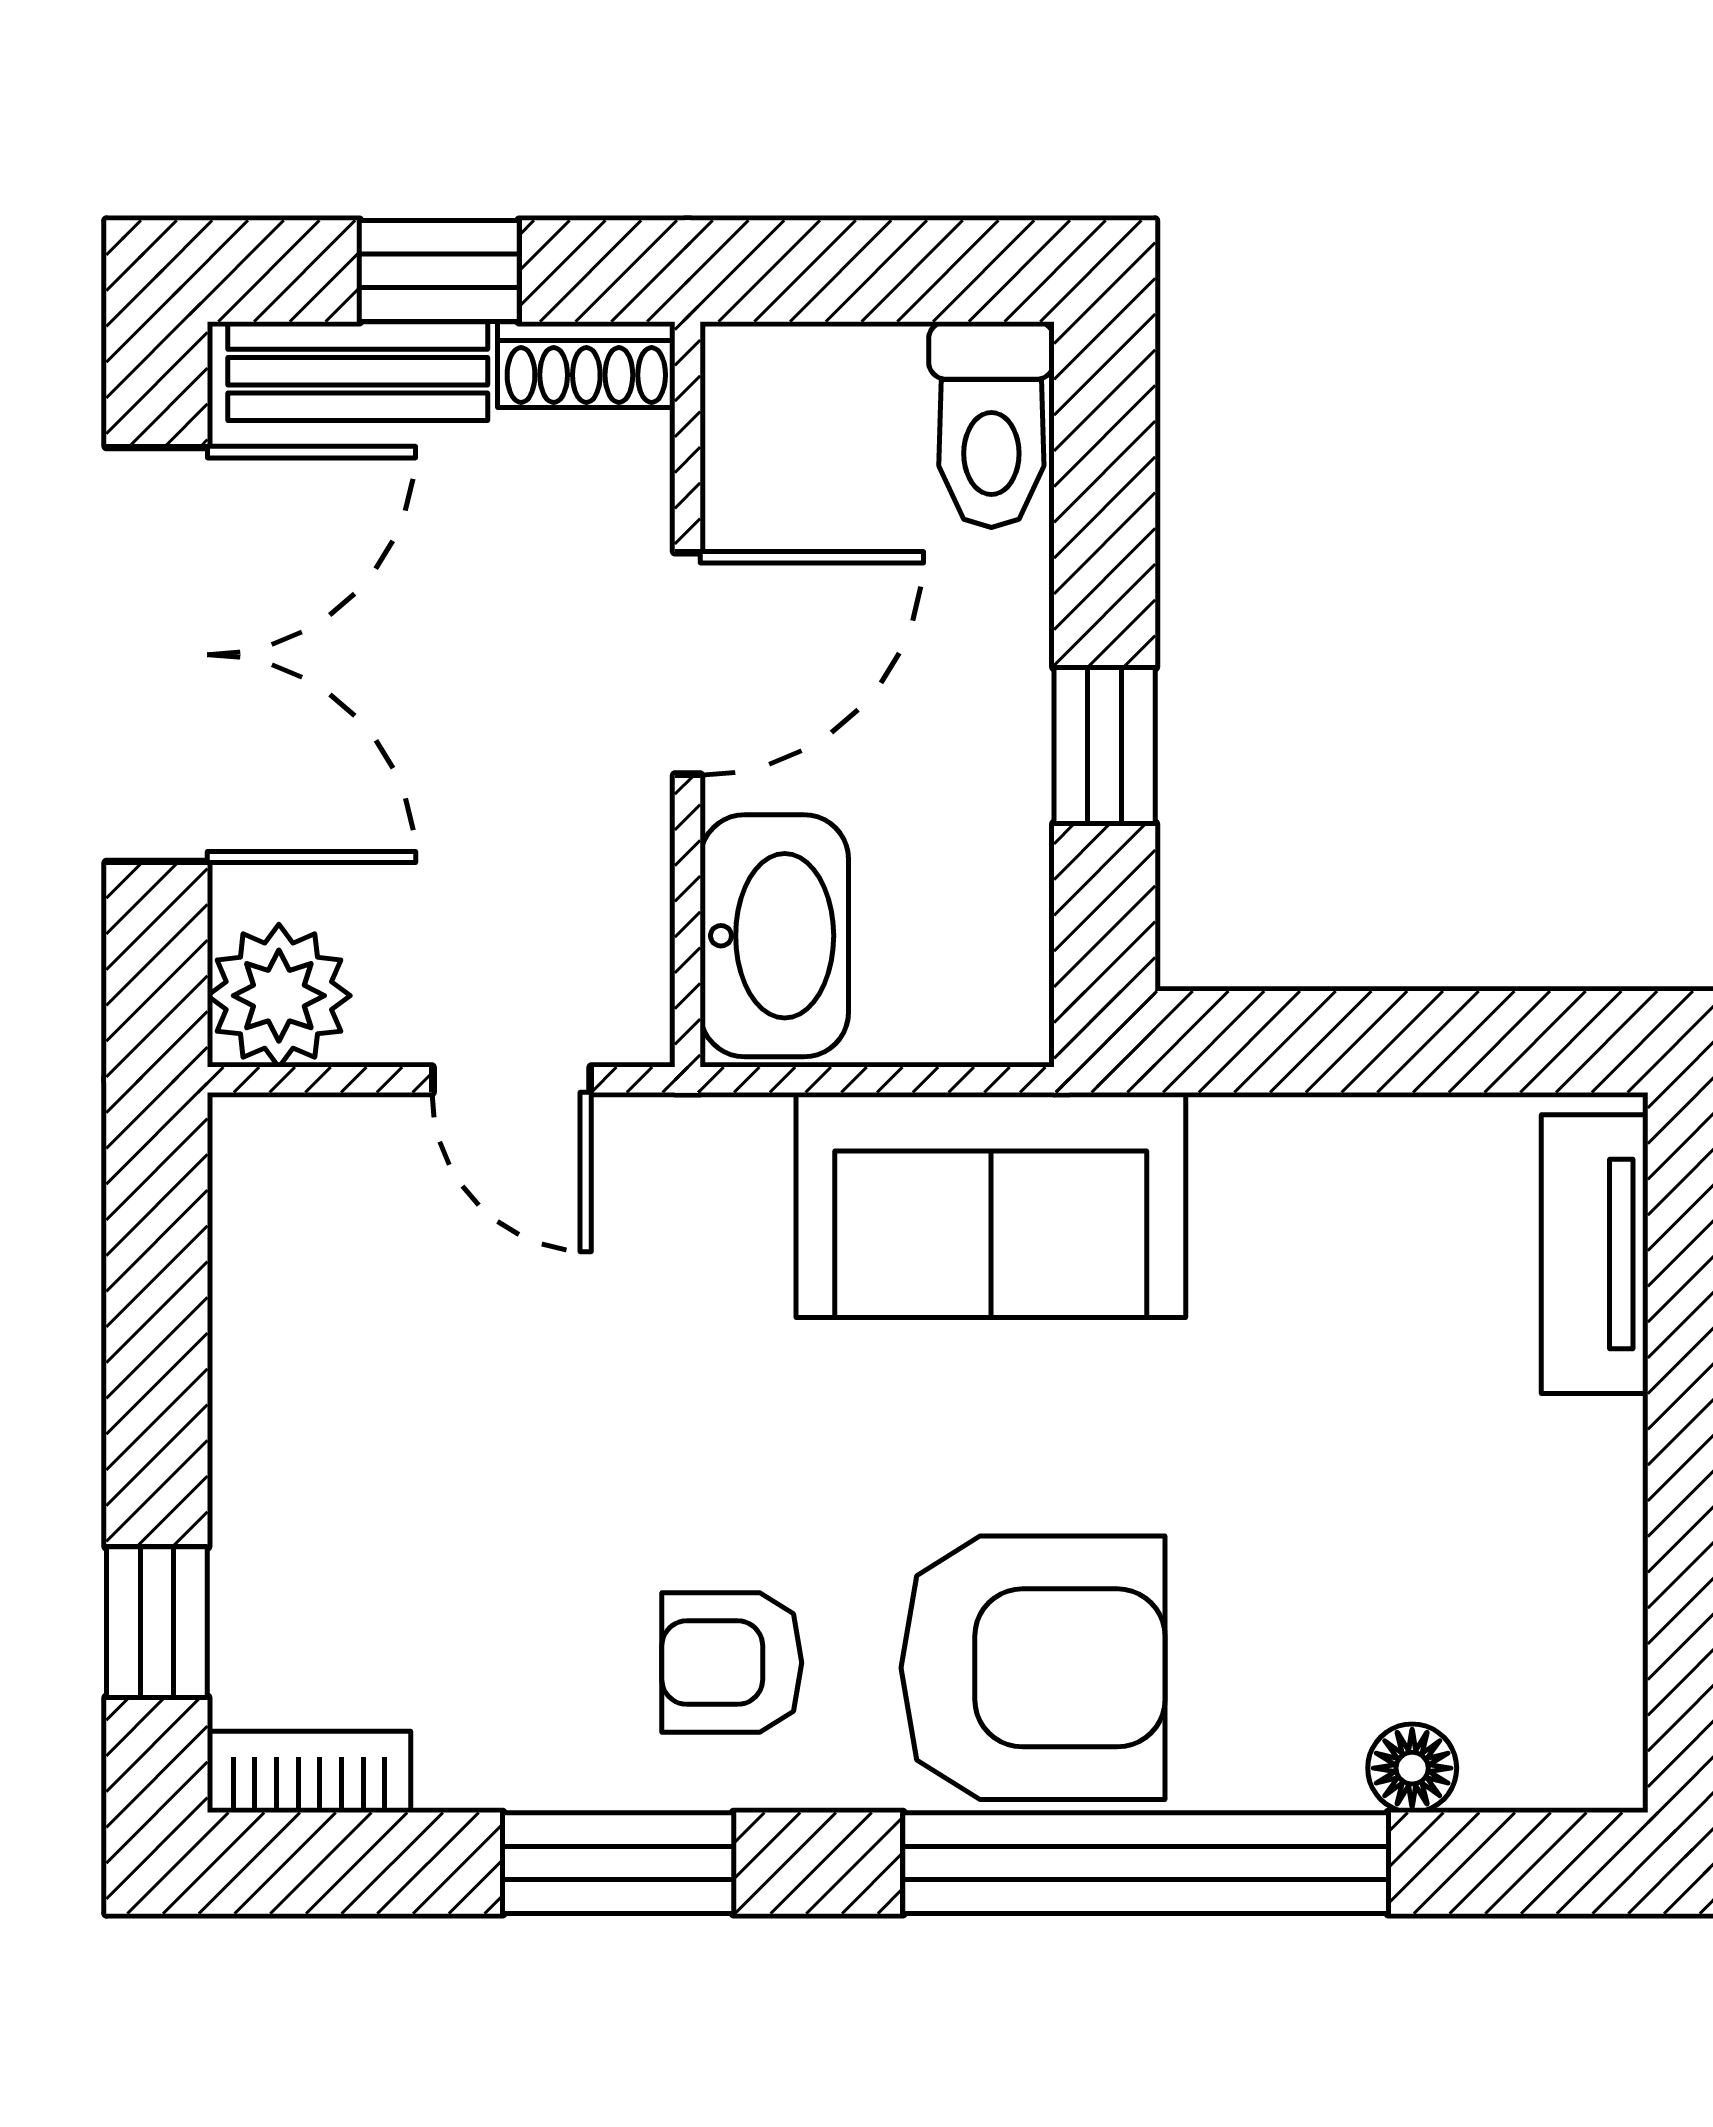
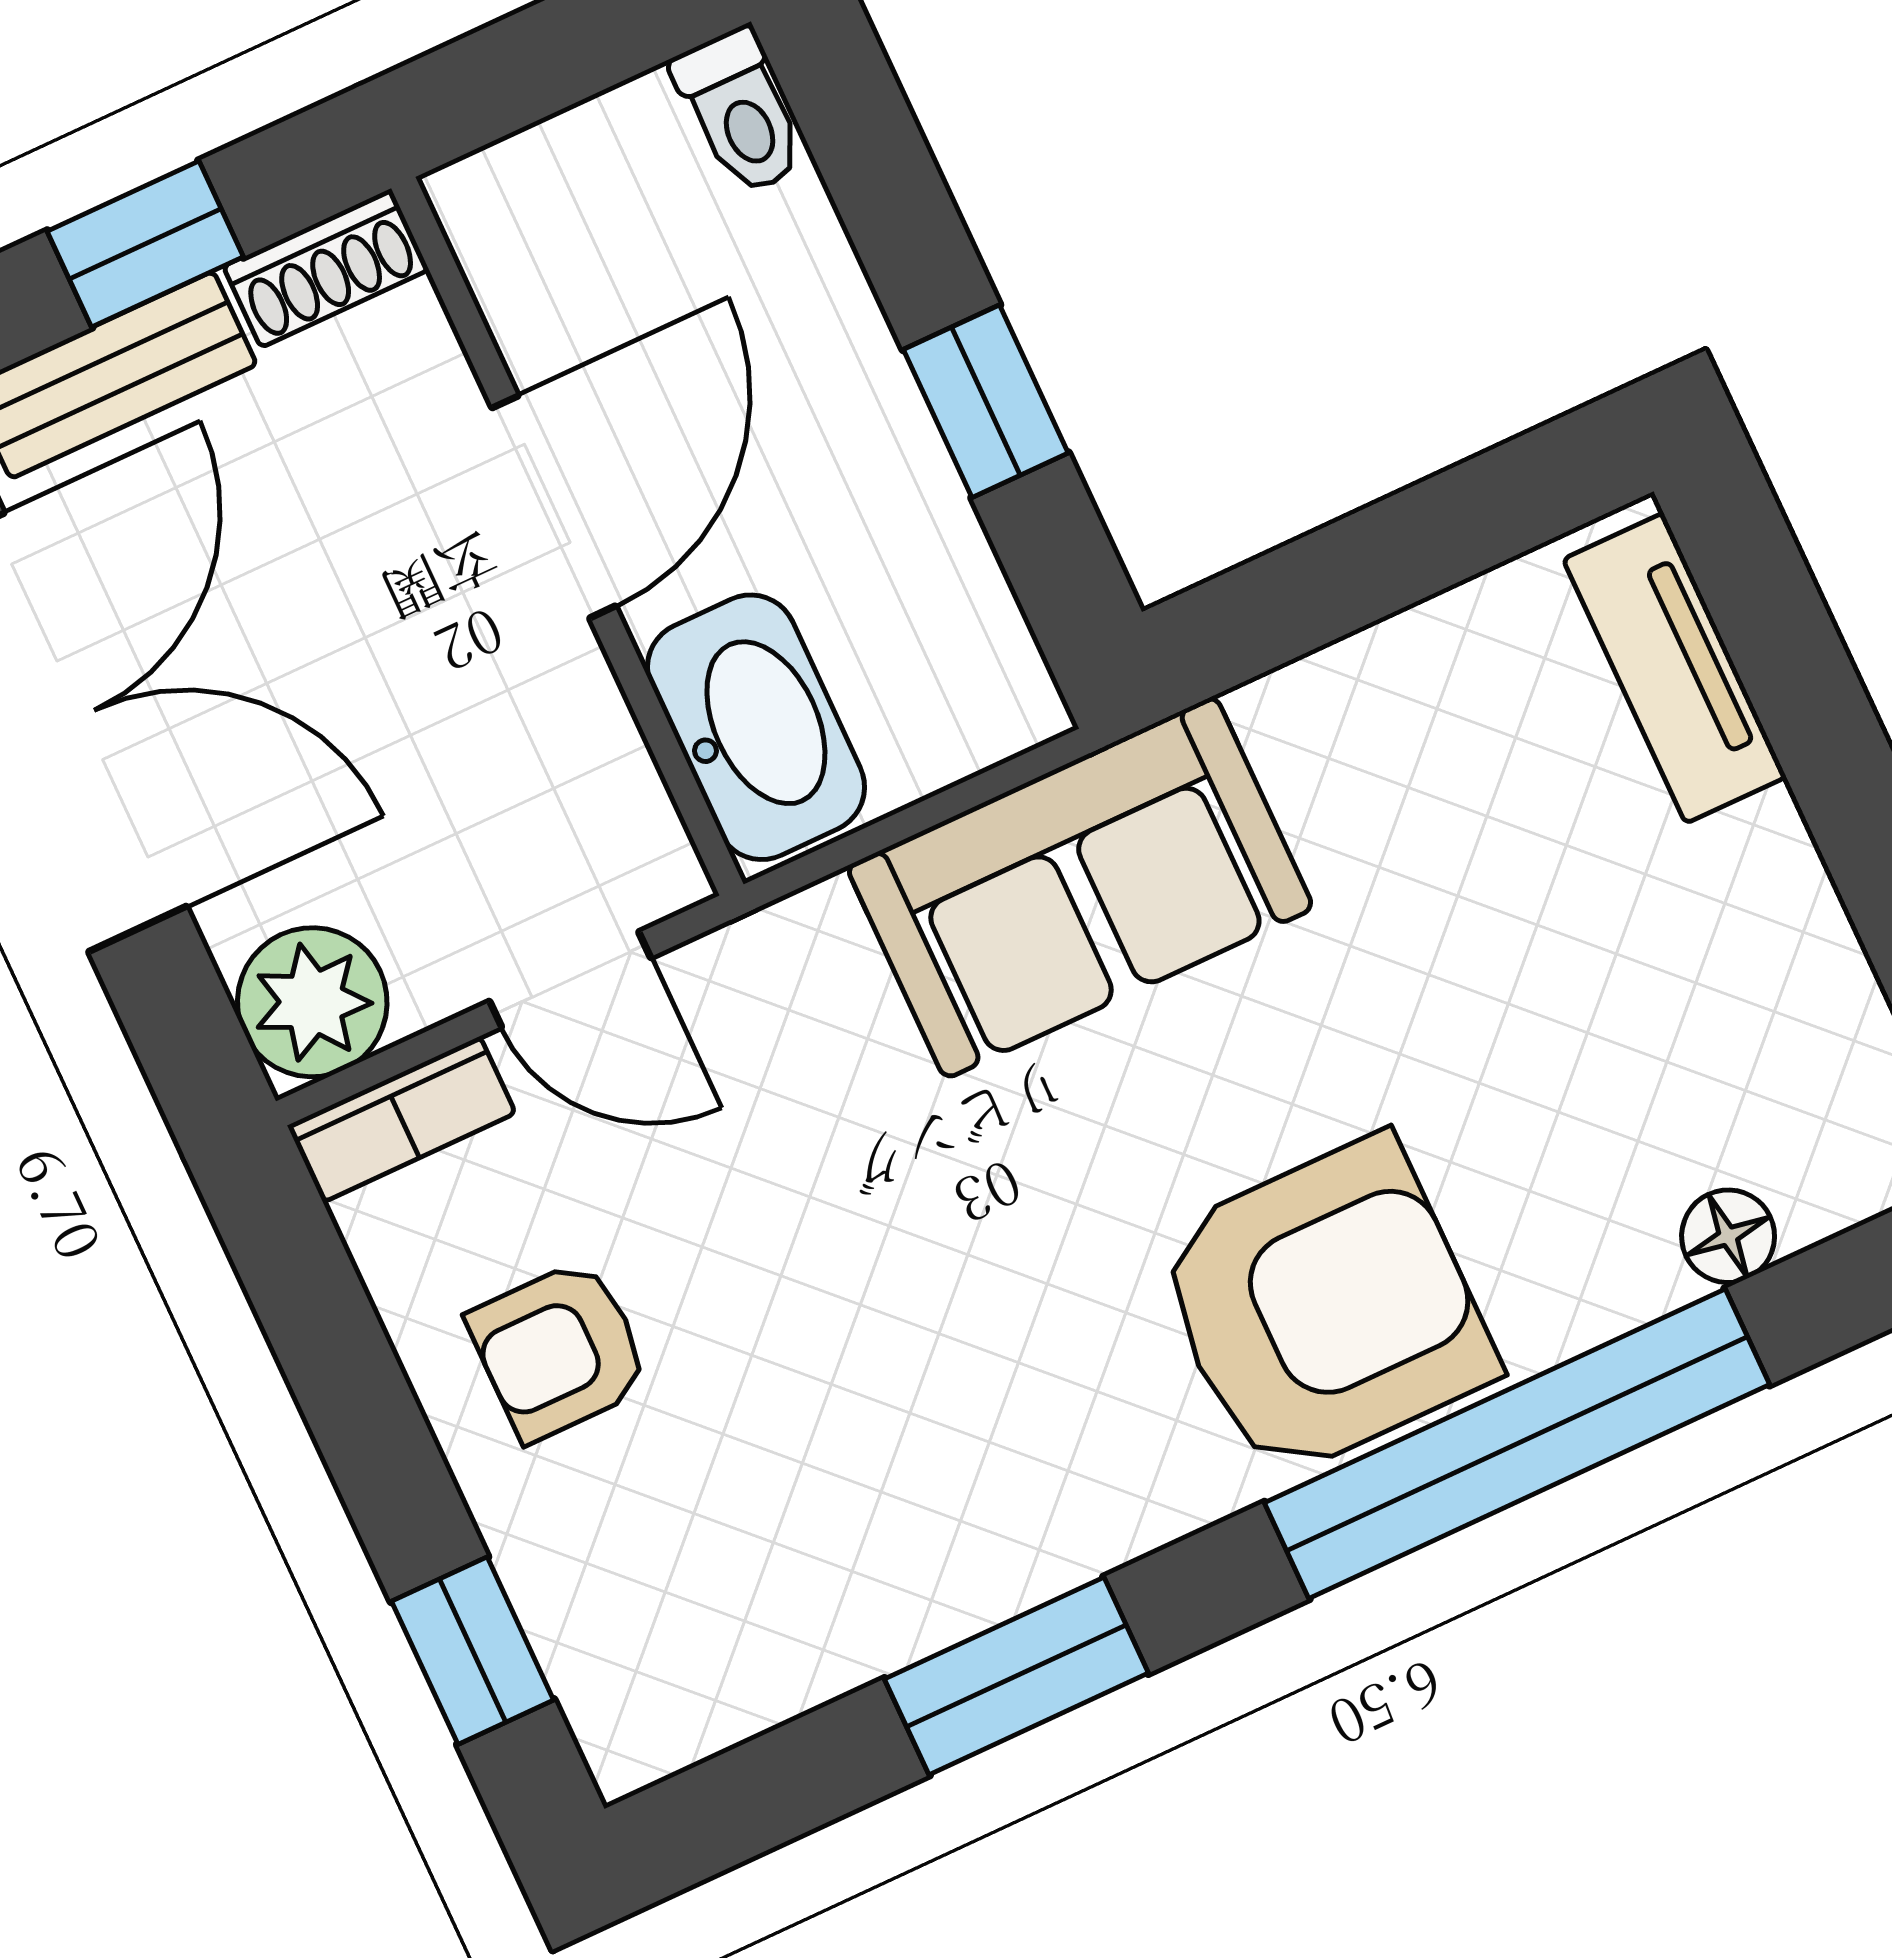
toilet: (991, 425) -> (740, 112), width x0.73, depth x0.72
armchair: (732, 1663) -> (559, 1350), moved
bookcase: (309, 1772) -> (401, 1119), moved, turned 180

